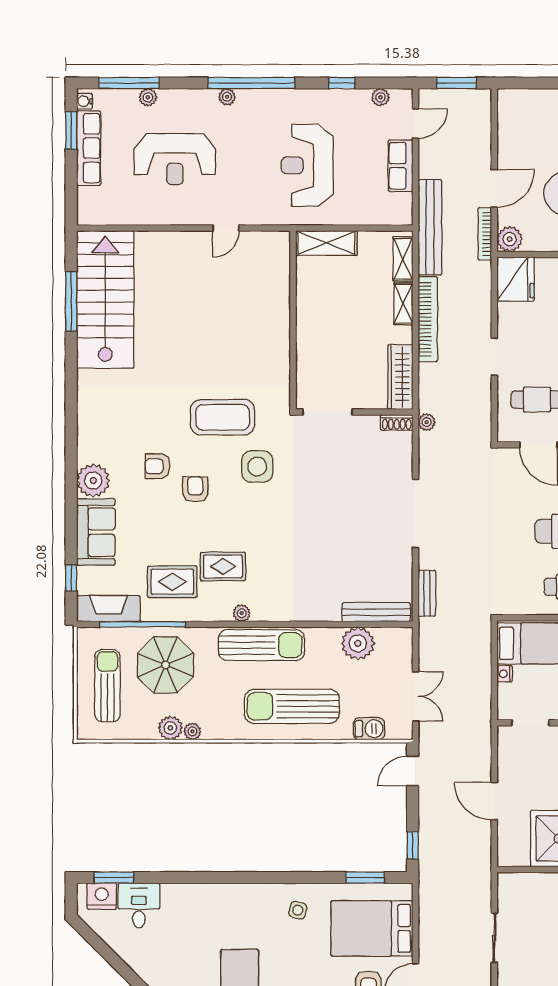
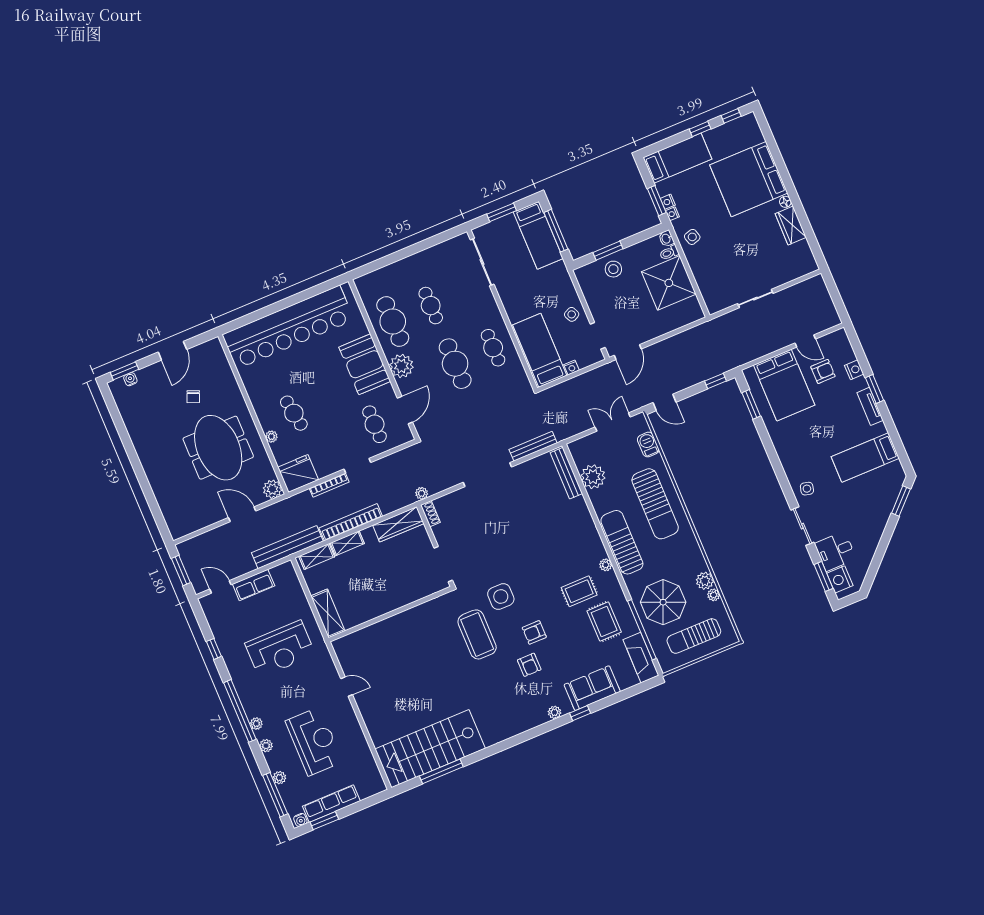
plant: (380, 97) -> (266, 746), moved
bookcase: (485, 234) -> (329, 485), moved
plant: (93, 480) -> (554, 712), width x0.53, depth x0.53
rug: (223, 566) -> (579, 591), turned 90
window: (71, 578) -> (580, 713), moved
bench: (427, 593) -> (533, 446), width x1.36
plant: (192, 731) -> (714, 595), moved
door: (494, 801) -> (628, 352), moved
sliding door: (187, 878) -> (802, 526), added
side table: (298, 910) -> (807, 489), moved

